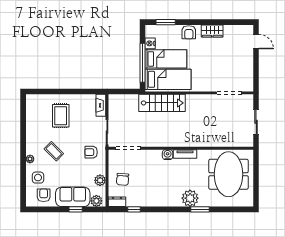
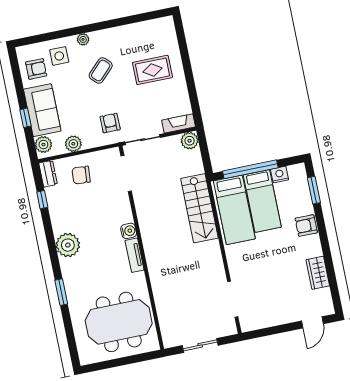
wardrobe: (212, 31) -> (318, 273), moved
plant: (114, 100) -> (190, 141), added
plant: (190, 198) -> (68, 245), moved

